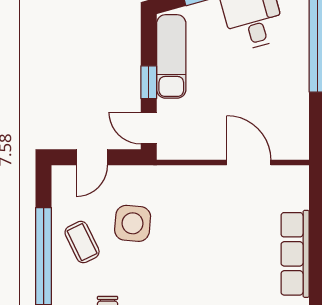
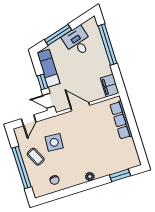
filing cabinet: (294, 137) -> (110, 86), added
door: (249, 163) -> (80, 107), moved
row of seats: (295, 254) -> (121, 120), moved

